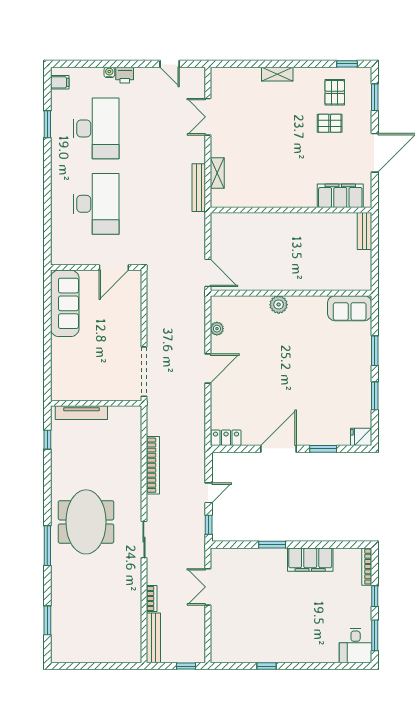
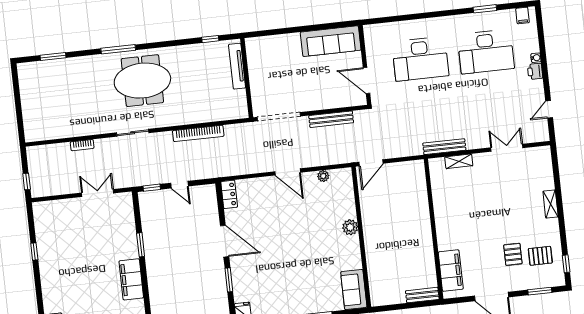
bench: (153, 638) -> (331, 119), moved

